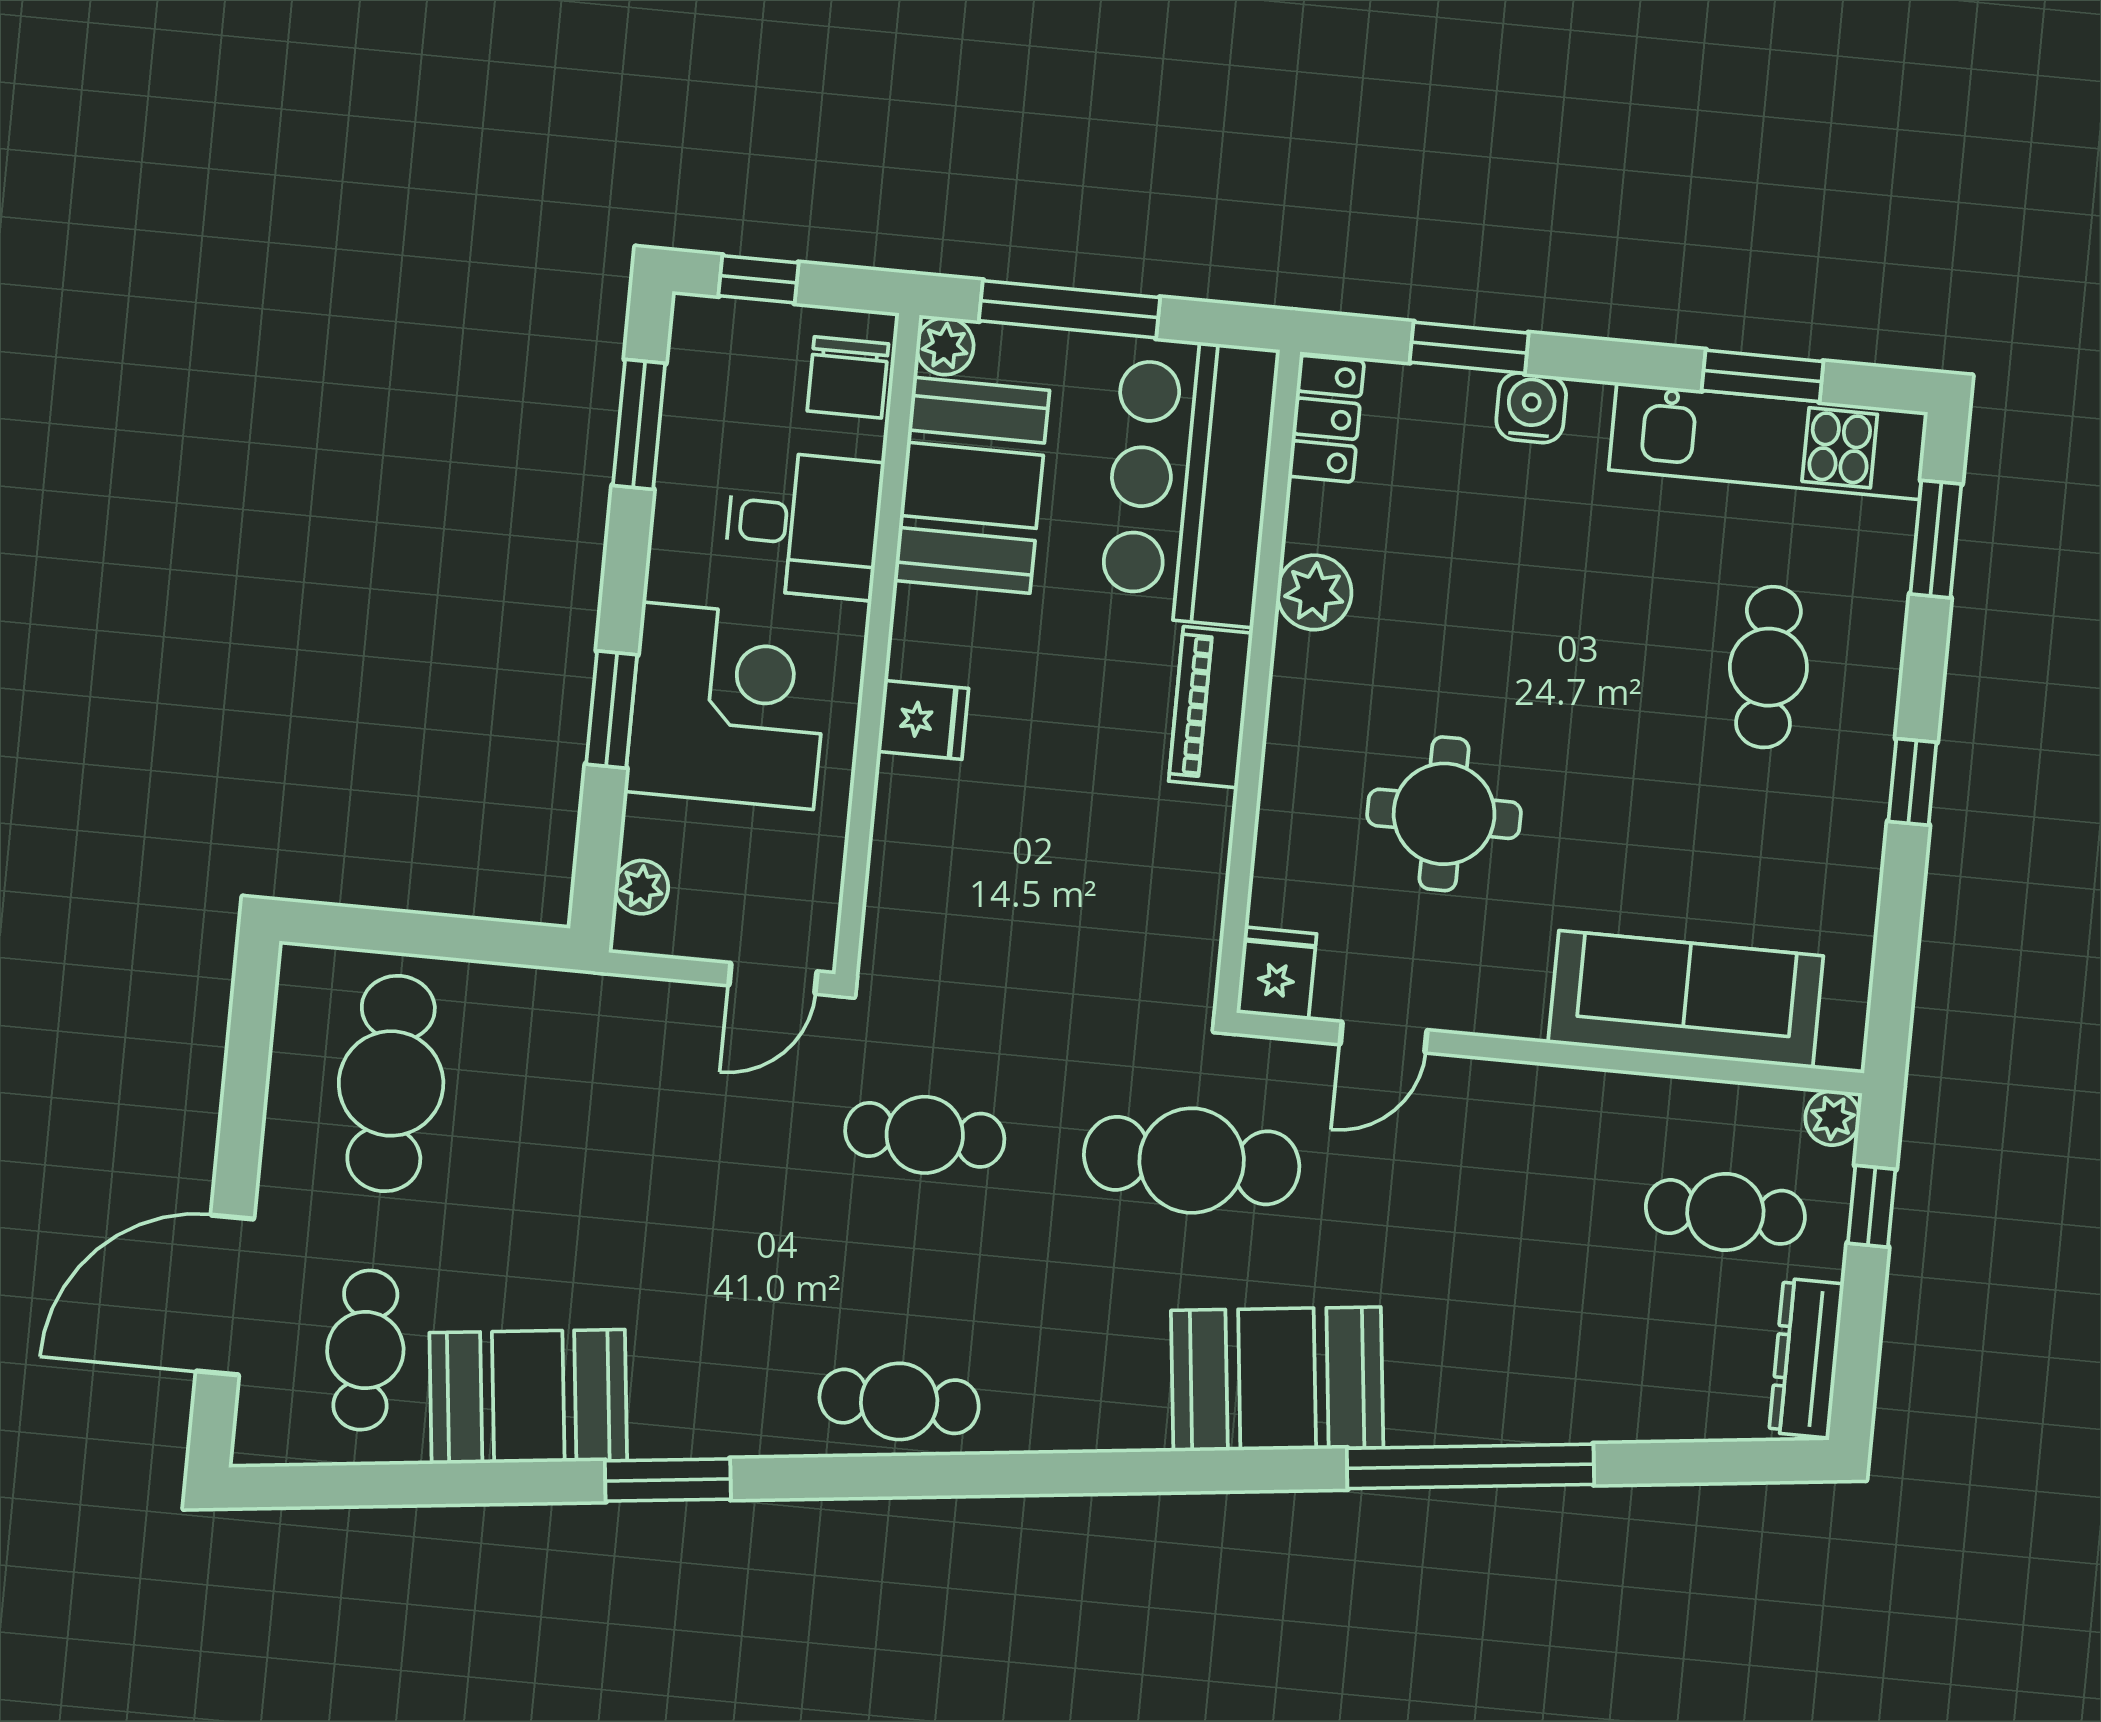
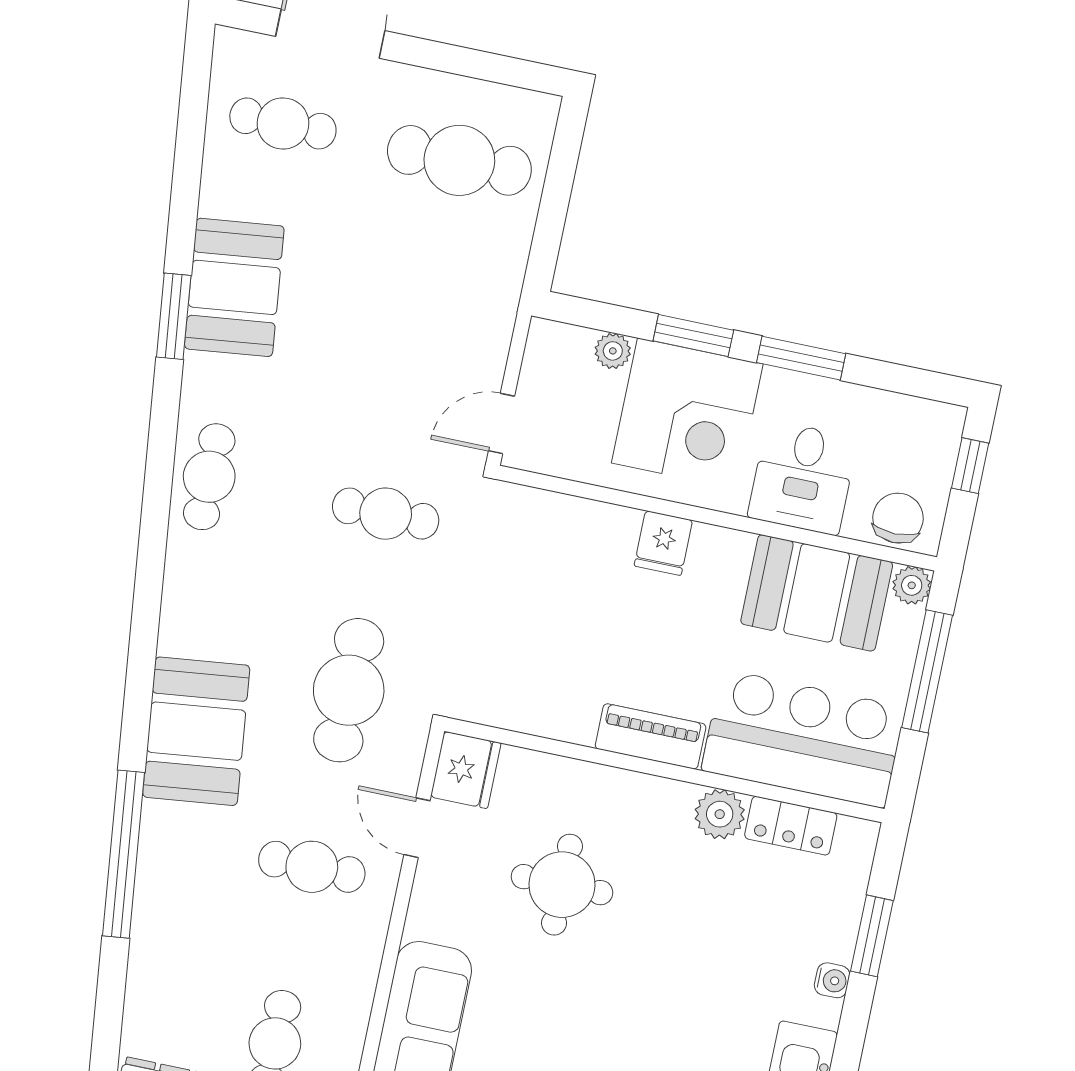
chair: (848, 377) -> (898, 518), turned 90
water cooler: (1531, 408) -> (832, 980), width x0.72, depth x0.72
locker: (1326, 419) -> (791, 826), moved
window: (639, 424) -> (801, 358), moved
plant: (642, 887) -> (613, 351), moved
fridge: (1277, 973) -> (466, 770), width x1.38
door: (773, 978) -> (501, 424), hinge flipped
cafe table: (925, 1135) -> (386, 514), turned 90
cafe table: (1458, 1186) -> (312, 867), added
booth: (528, 1397) -> (234, 287), moved

